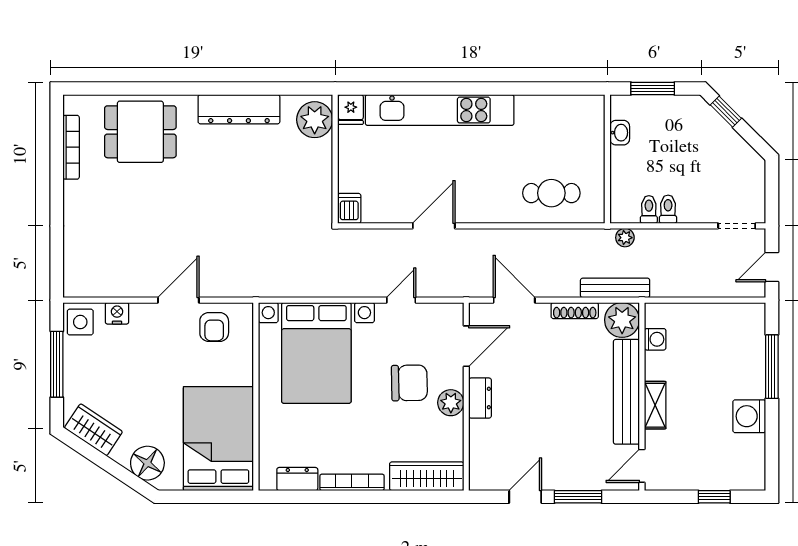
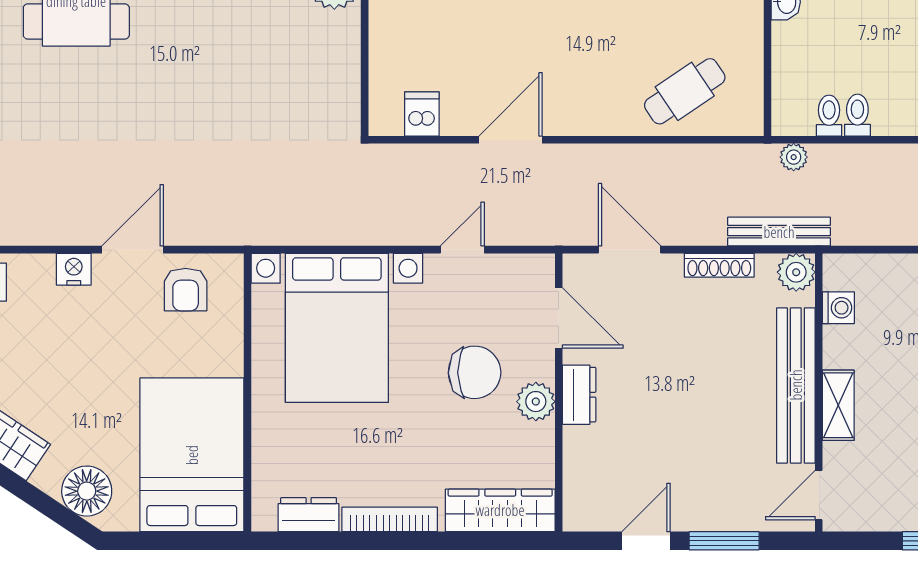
cafe table: (551, 193) -> (685, 91), turned -34
dishwasher: (349, 208) -> (422, 114), moved
nightstand: (117, 313) -> (74, 269), moved
plant: (622, 320) -> (796, 272), width x0.73, depth x0.73
door: (466, 346) -> (559, 318), hinge flipped

